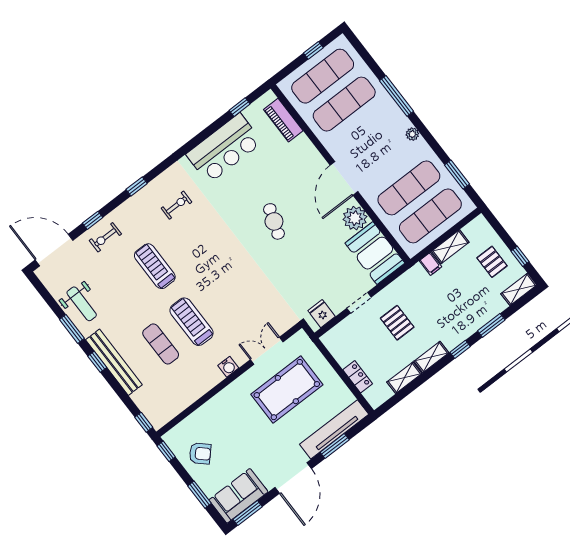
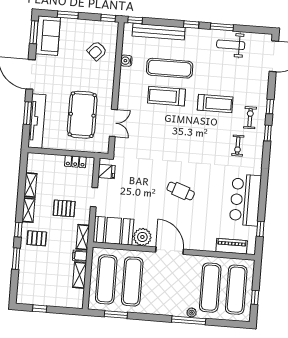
plant: (412, 134) -> (192, 313), moved
window: (93, 220) -> (270, 107), moved
exercise bike: (105, 237) -> (250, 118), moved
pallet: (492, 262) -> (37, 238), moved
shelving: (519, 289) -> (83, 237), moved
treadmill: (192, 322) -> (167, 96), turned 180
exercise mat: (161, 344) -> (170, 68), width x1.36, depth x1.45
bench: (114, 362) -> (159, 32), moved
water cooler: (228, 367) -> (126, 61), moved
locker: (358, 377) -> (75, 162), moved
armchair: (200, 453) -> (97, 51), moved

